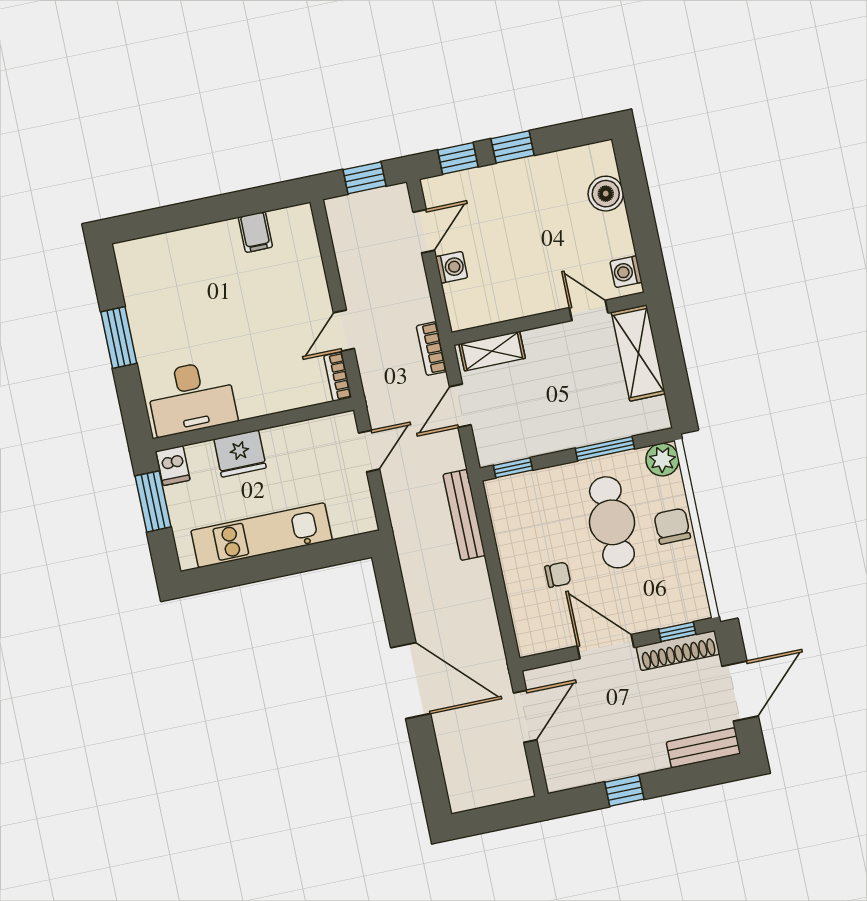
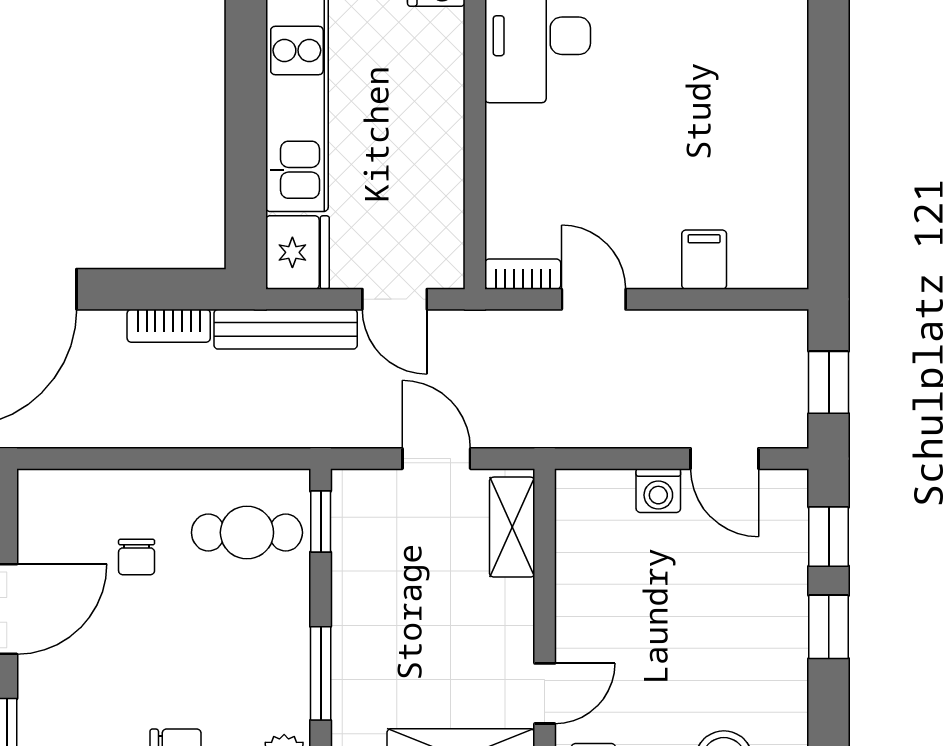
filing cabinet: (255, 232) -> (704, 260), moved, turned 90
bookcase: (432, 349) -> (169, 326), moved, turned 180
fridge: (240, 454) -> (297, 252), moved, turned 180
bench: (464, 515) -> (286, 329), moved
cafe table: (612, 522) -> (247, 533), moved, width x0.73, depth x0.74

